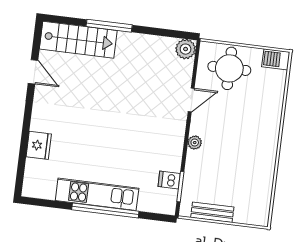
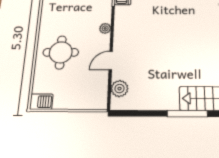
plant: (186, 49) -> (119, 89), moved
round table: (229, 68) -> (61, 52), moved

